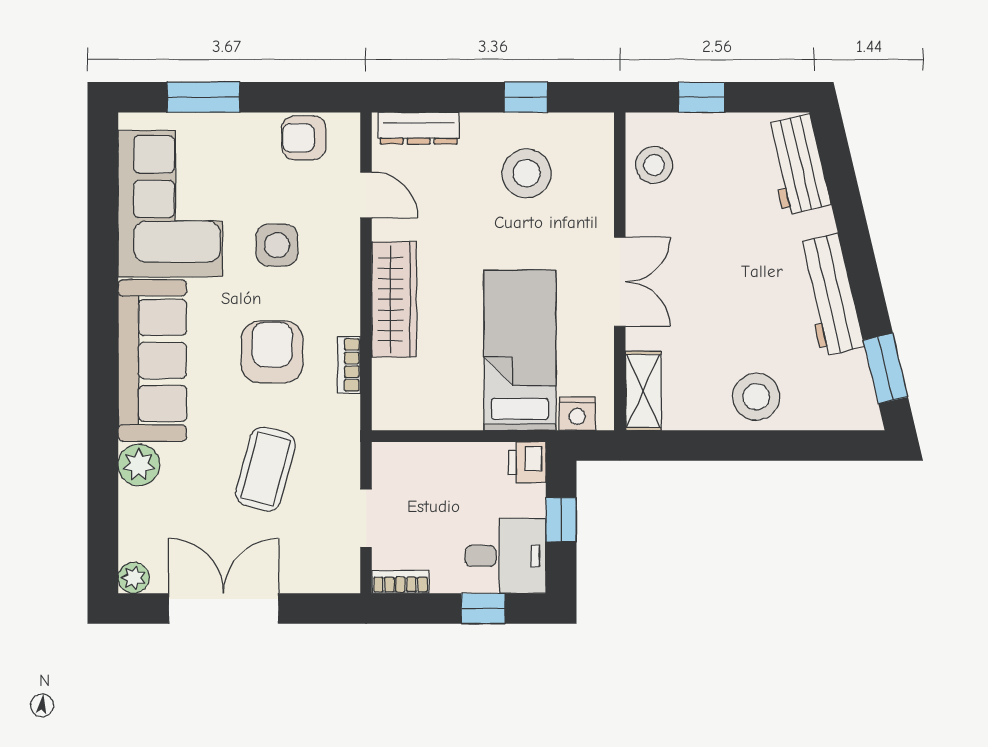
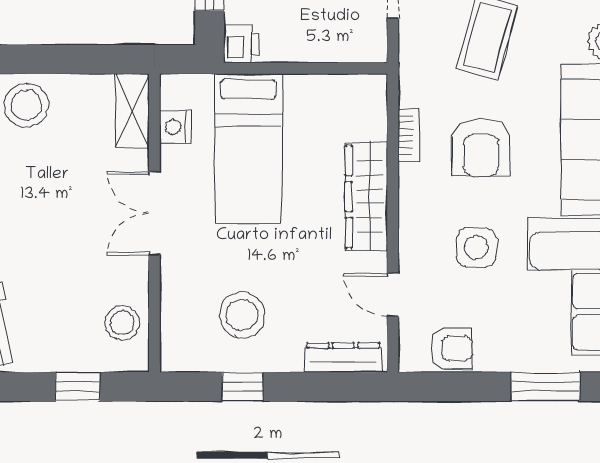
nightstand: (577, 414) -> (175, 127), moved, turned -90

